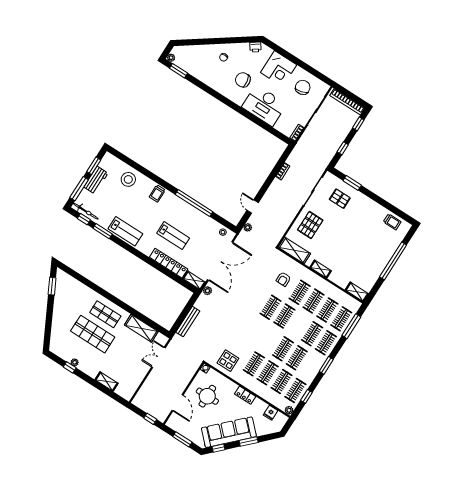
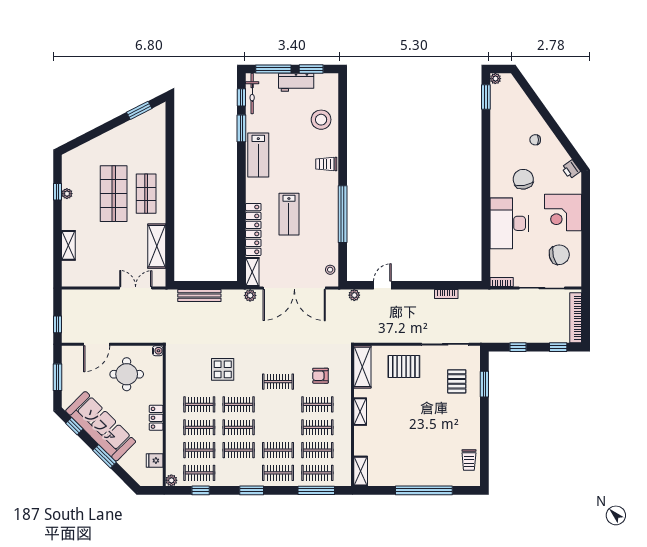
clothes rail: (284, 316) -> (239, 404), moved
display table: (228, 361) -> (223, 369), moved

